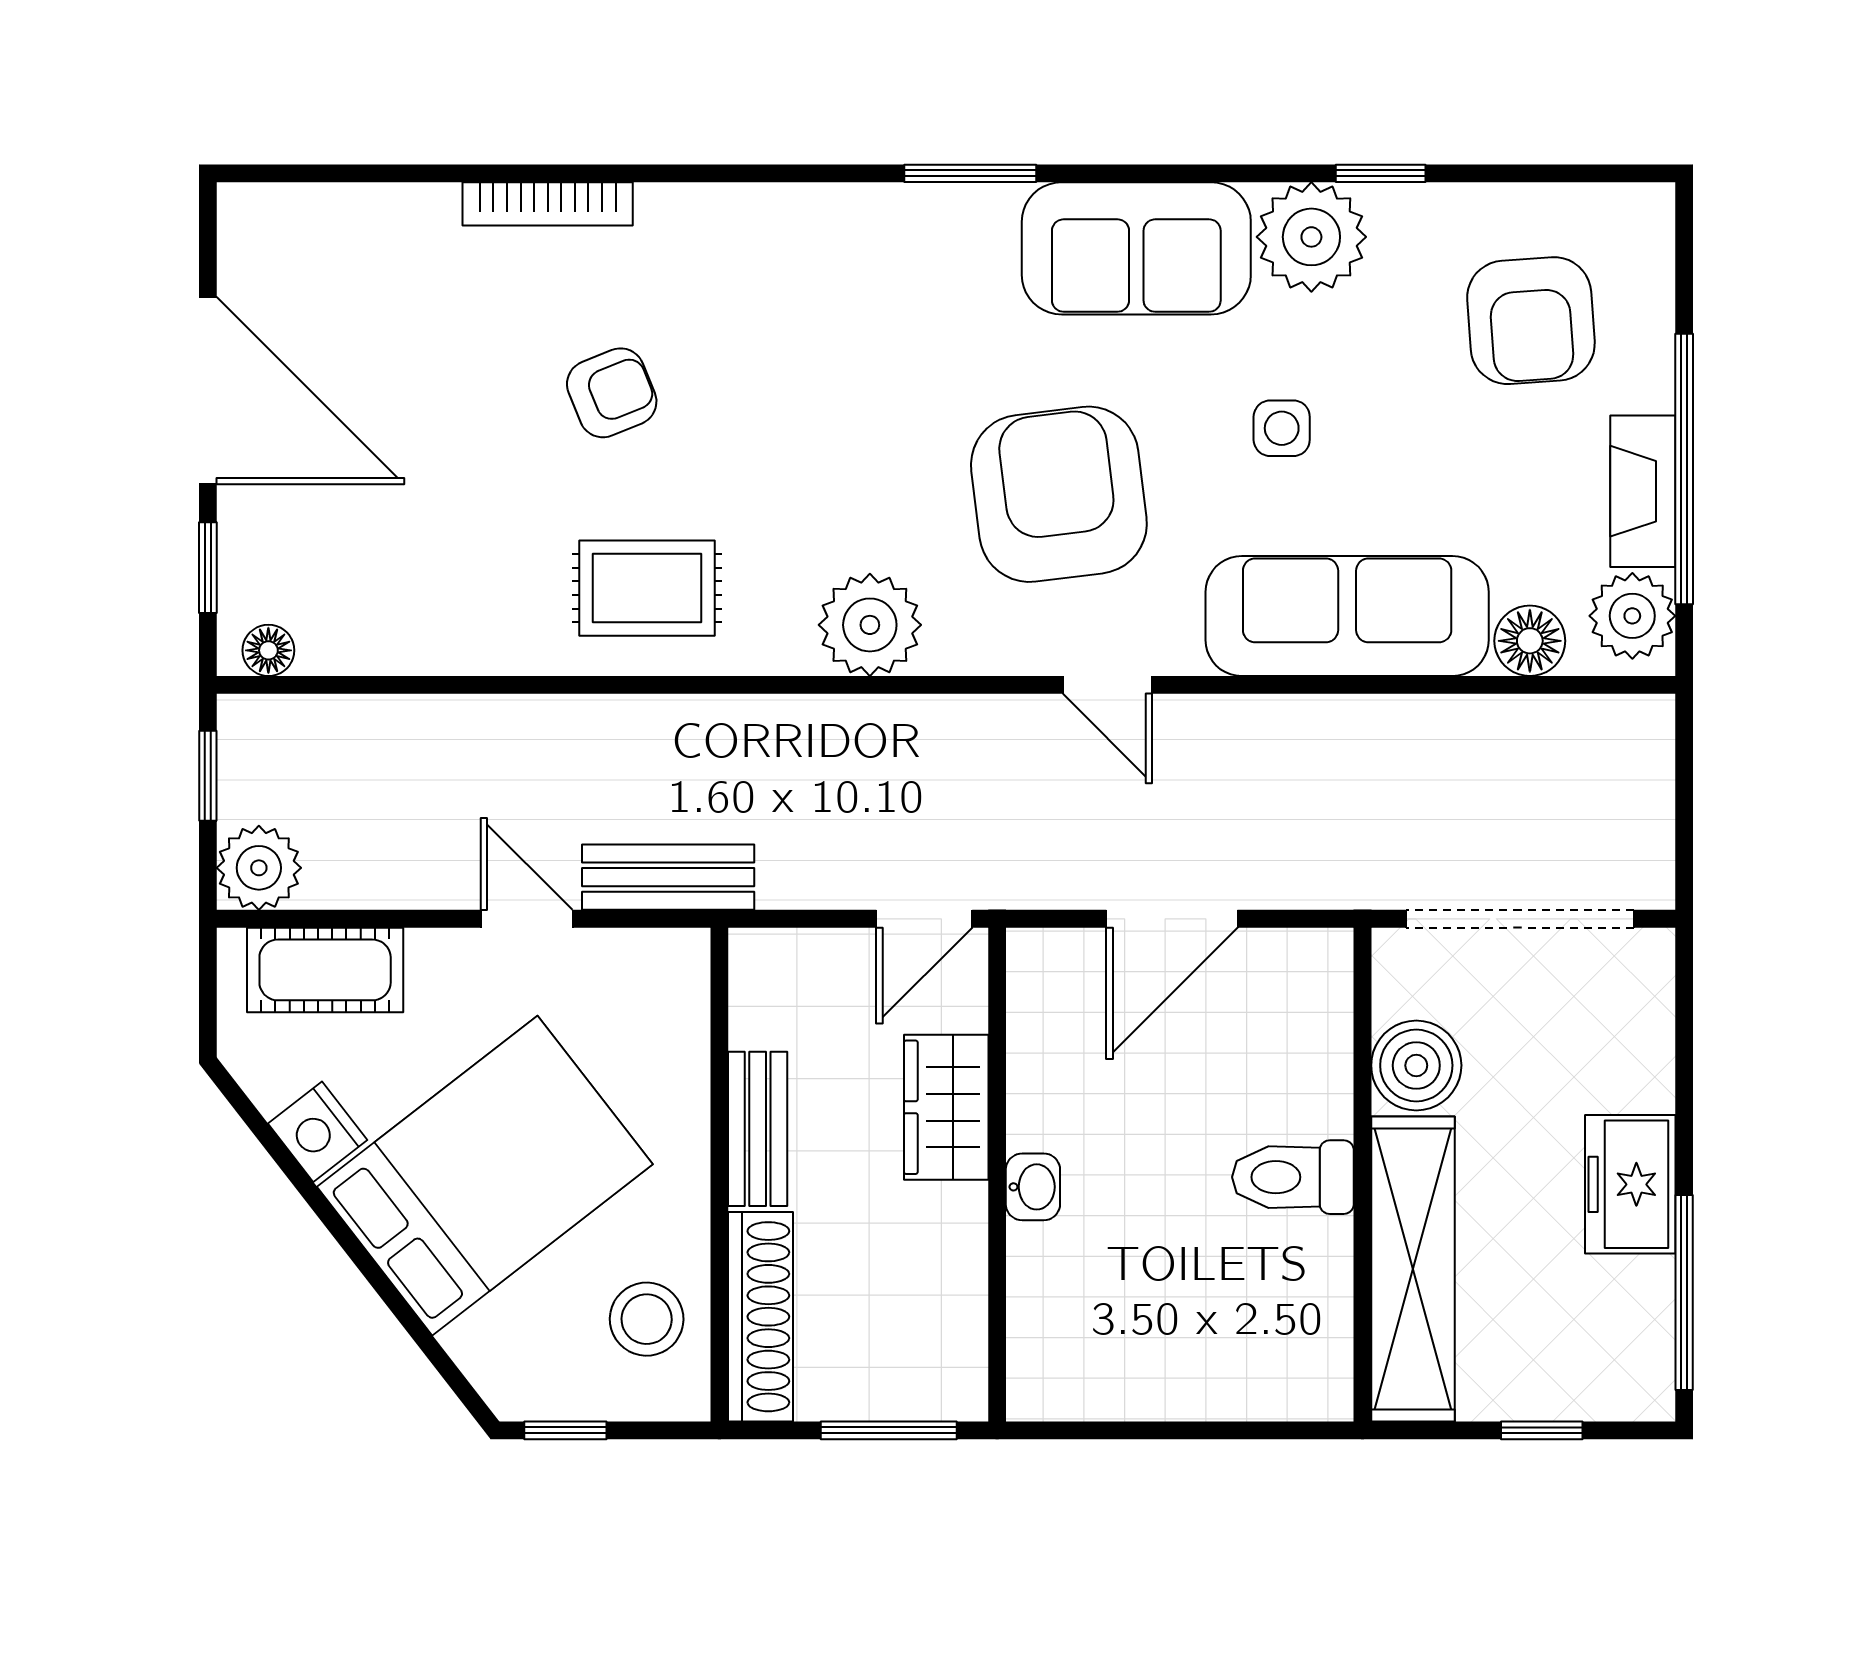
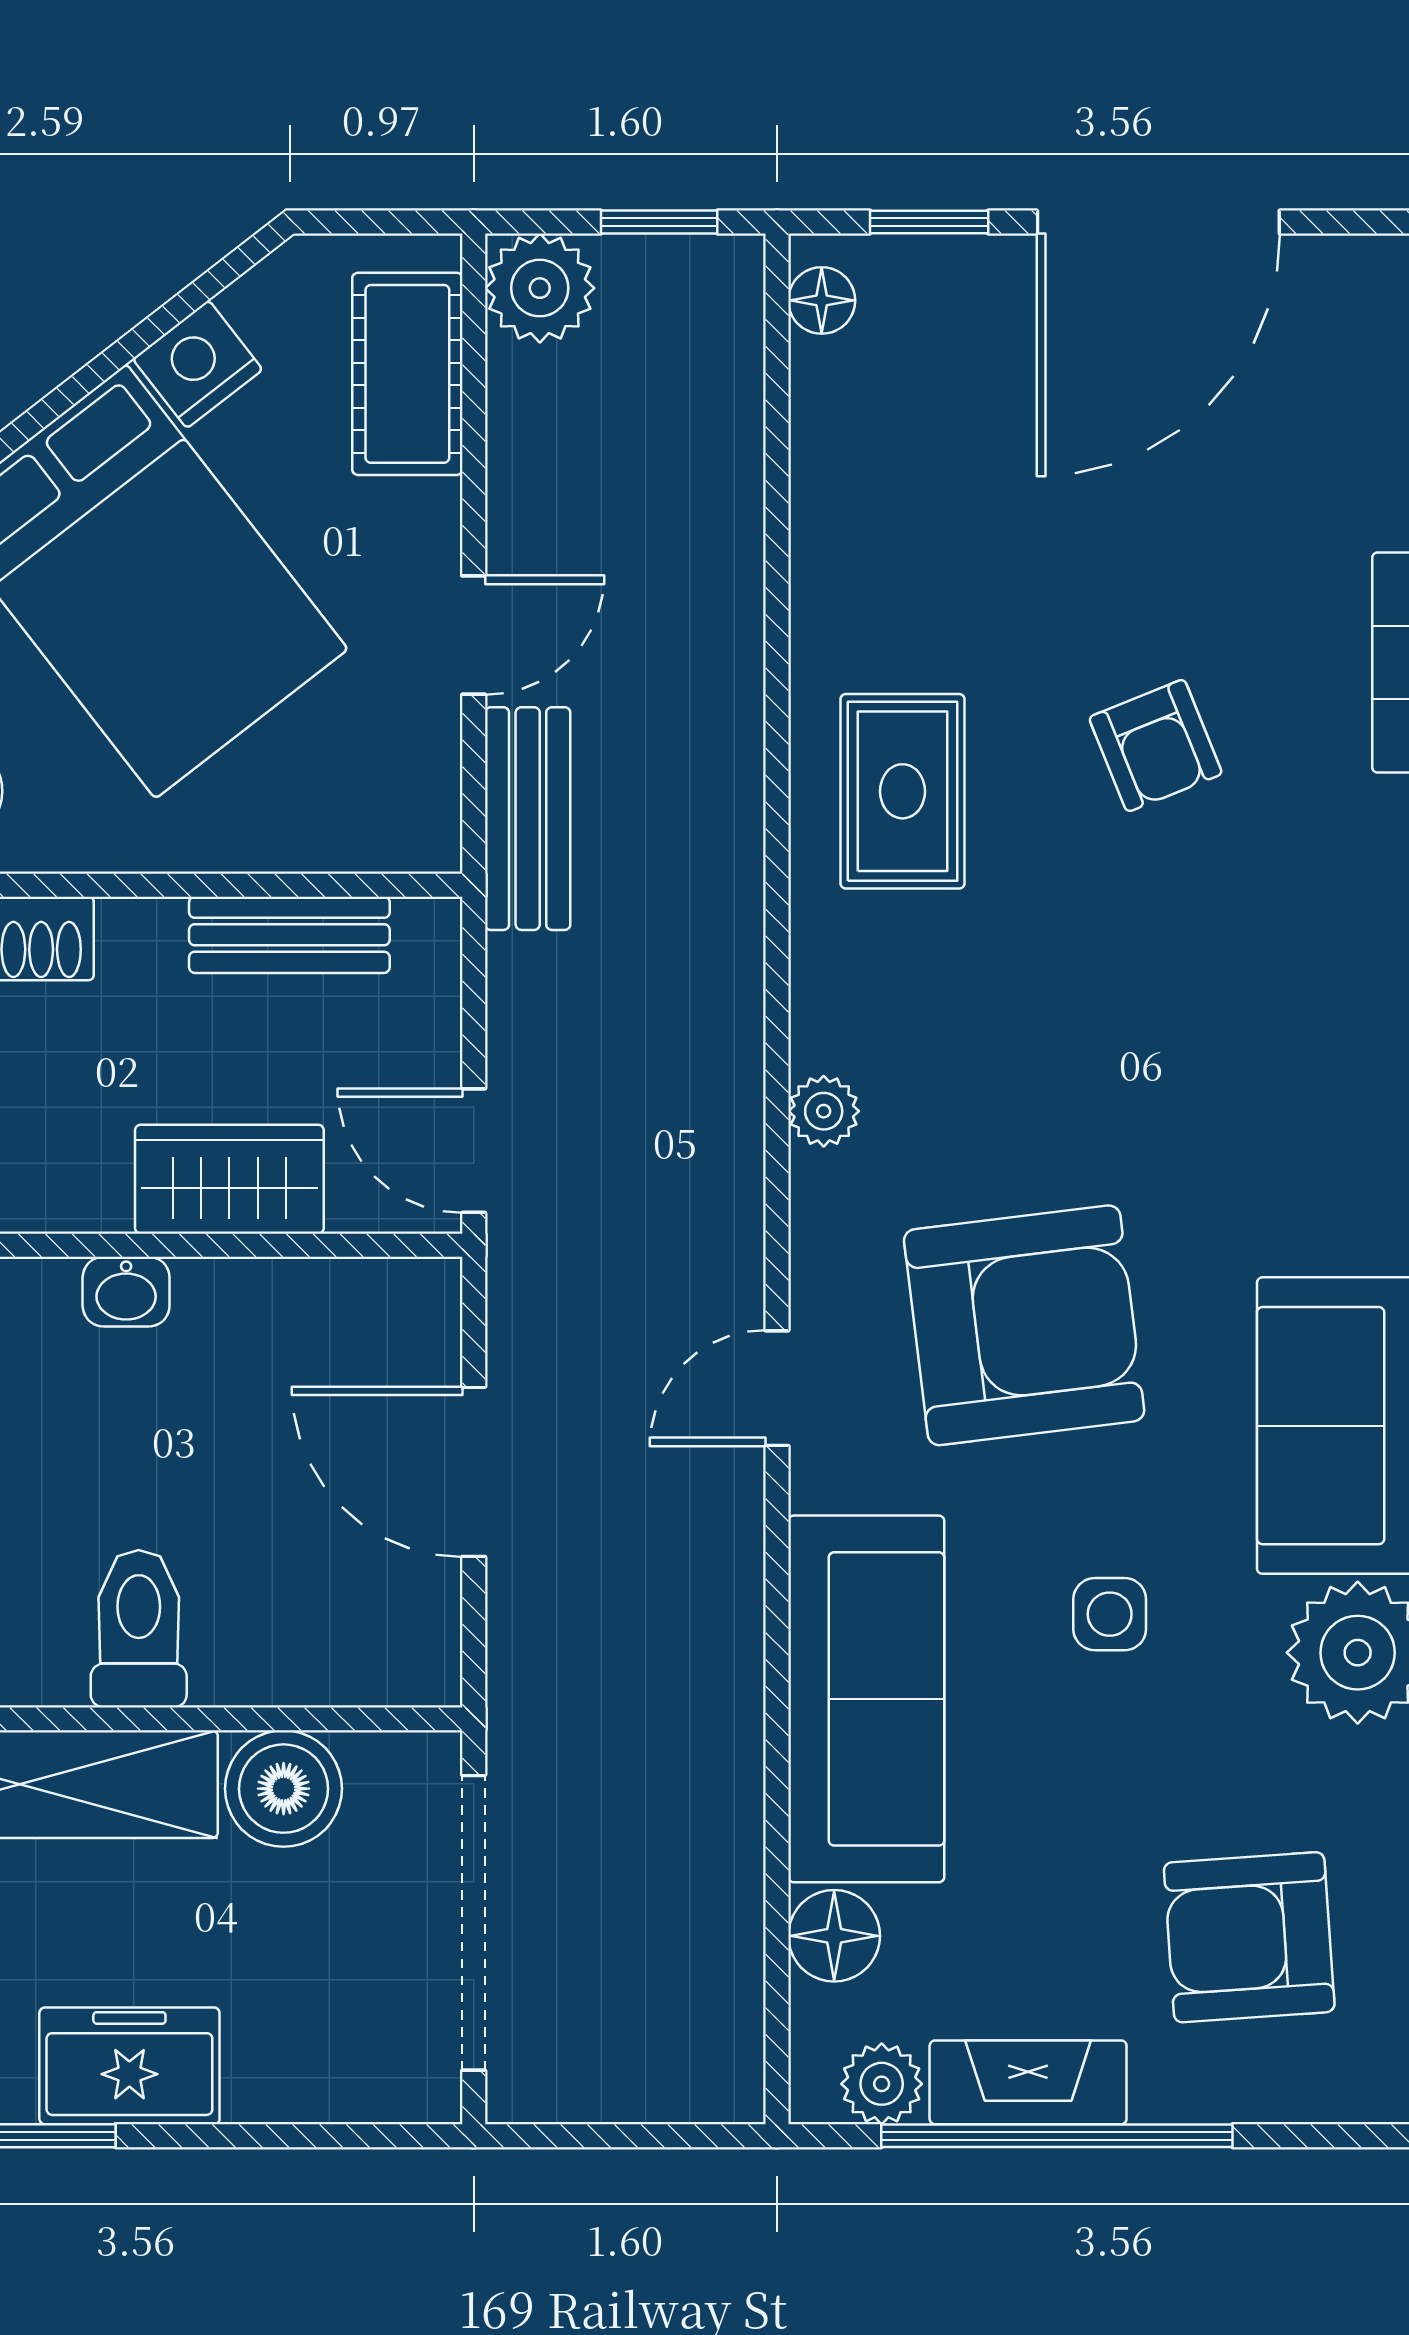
plant: (1632, 616) -> (882, 2084), width x0.73, depth x0.73
plant: (870, 625) -> (824, 1111), width x0.53, depth x0.53
bench: (758, 1129) -> (289, 935), moved

